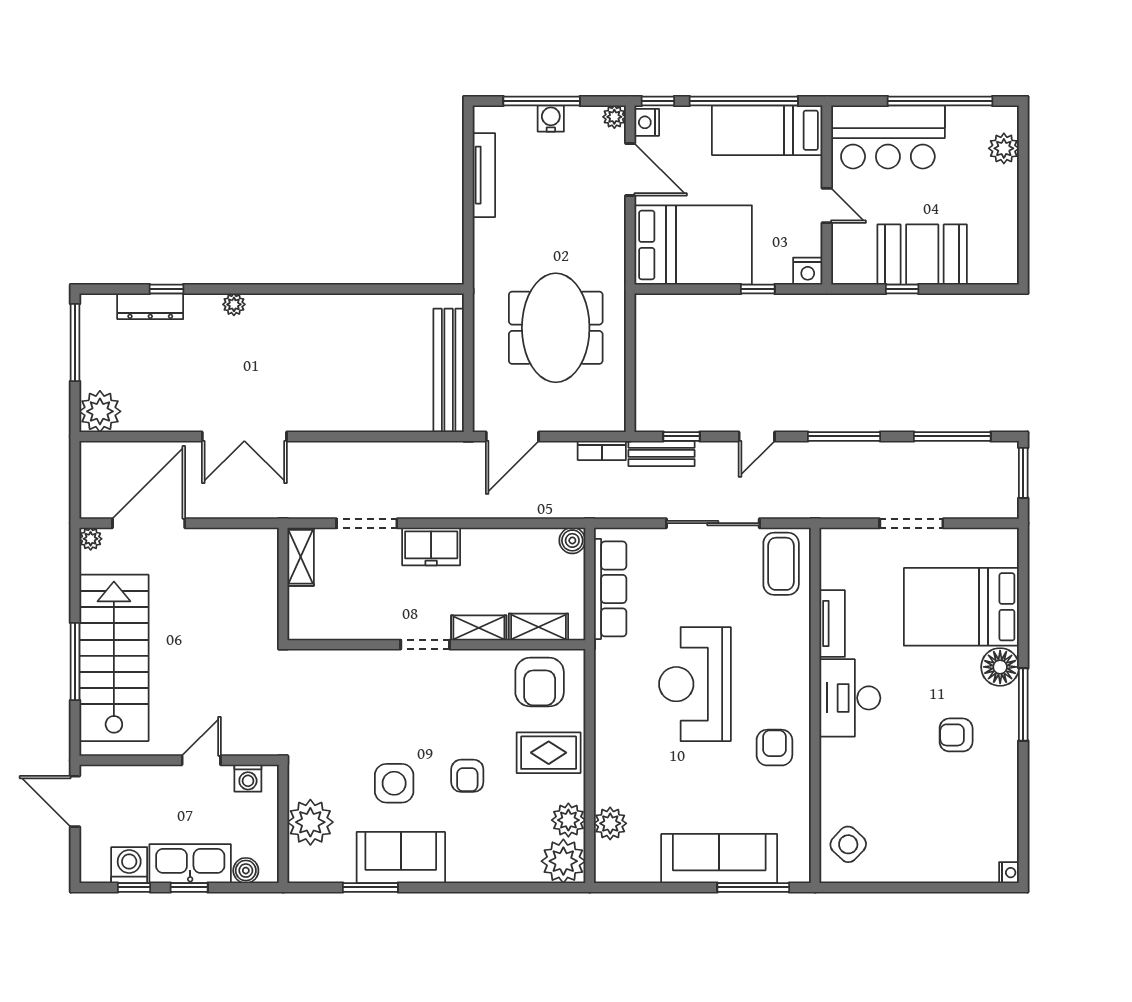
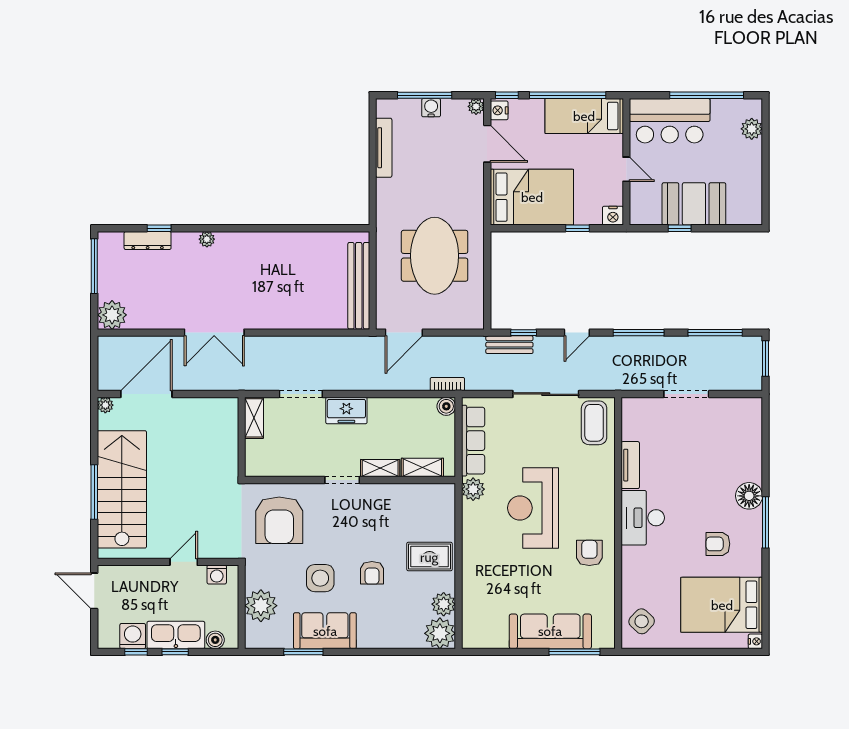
bookcase: (602, 450) -> (447, 384), moved, turned 180
bed: (961, 607) -> (722, 605), moved
armchair: (540, 682) -> (279, 520), moved, width x1.36, depth x1.36
plant: (610, 823) -> (473, 489), moved

